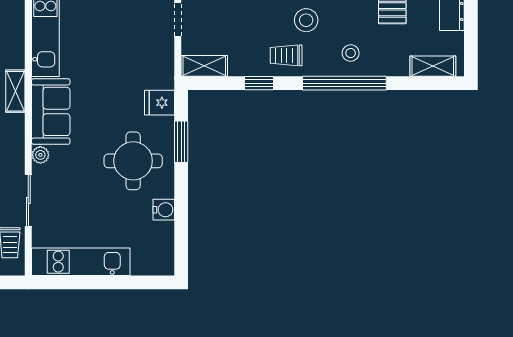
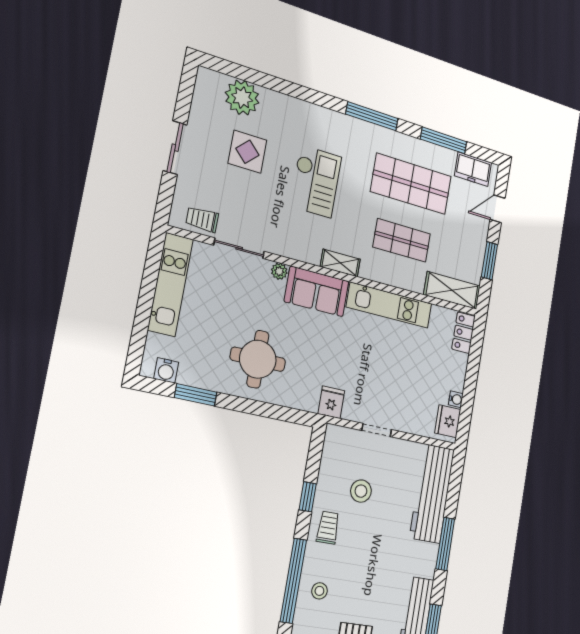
stool: (306, 20) -> (361, 491), moved
shelving: (204, 66) -> (332, 447), removed
fridge: (159, 103) -> (331, 402), moved
window: (181, 142) -> (196, 395), moved
water cooler: (164, 210) -> (166, 370), moved

